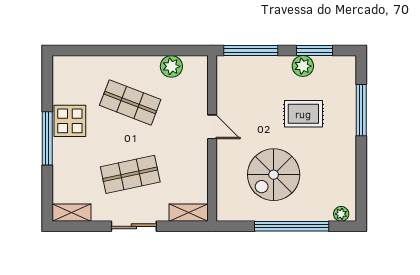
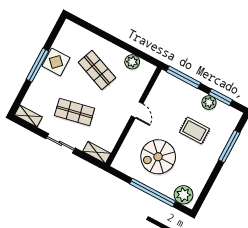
plant: (341, 214) -> (183, 195), width x1.87, depth x1.87

